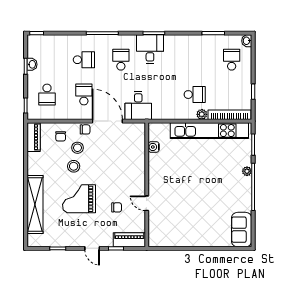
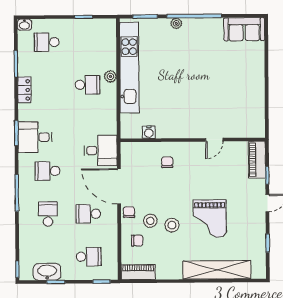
locker: (191, 40) -> (24, 90), added
washbasin: (32, 64) -> (47, 272), width x1.91, depth x1.45
school desk: (195, 95) -> (87, 85), turned 90
bookcase: (229, 115) -> (111, 44), removed
door: (107, 121) -> (119, 186), hinge flipped
chair: (117, 207) -> (167, 162), moved

